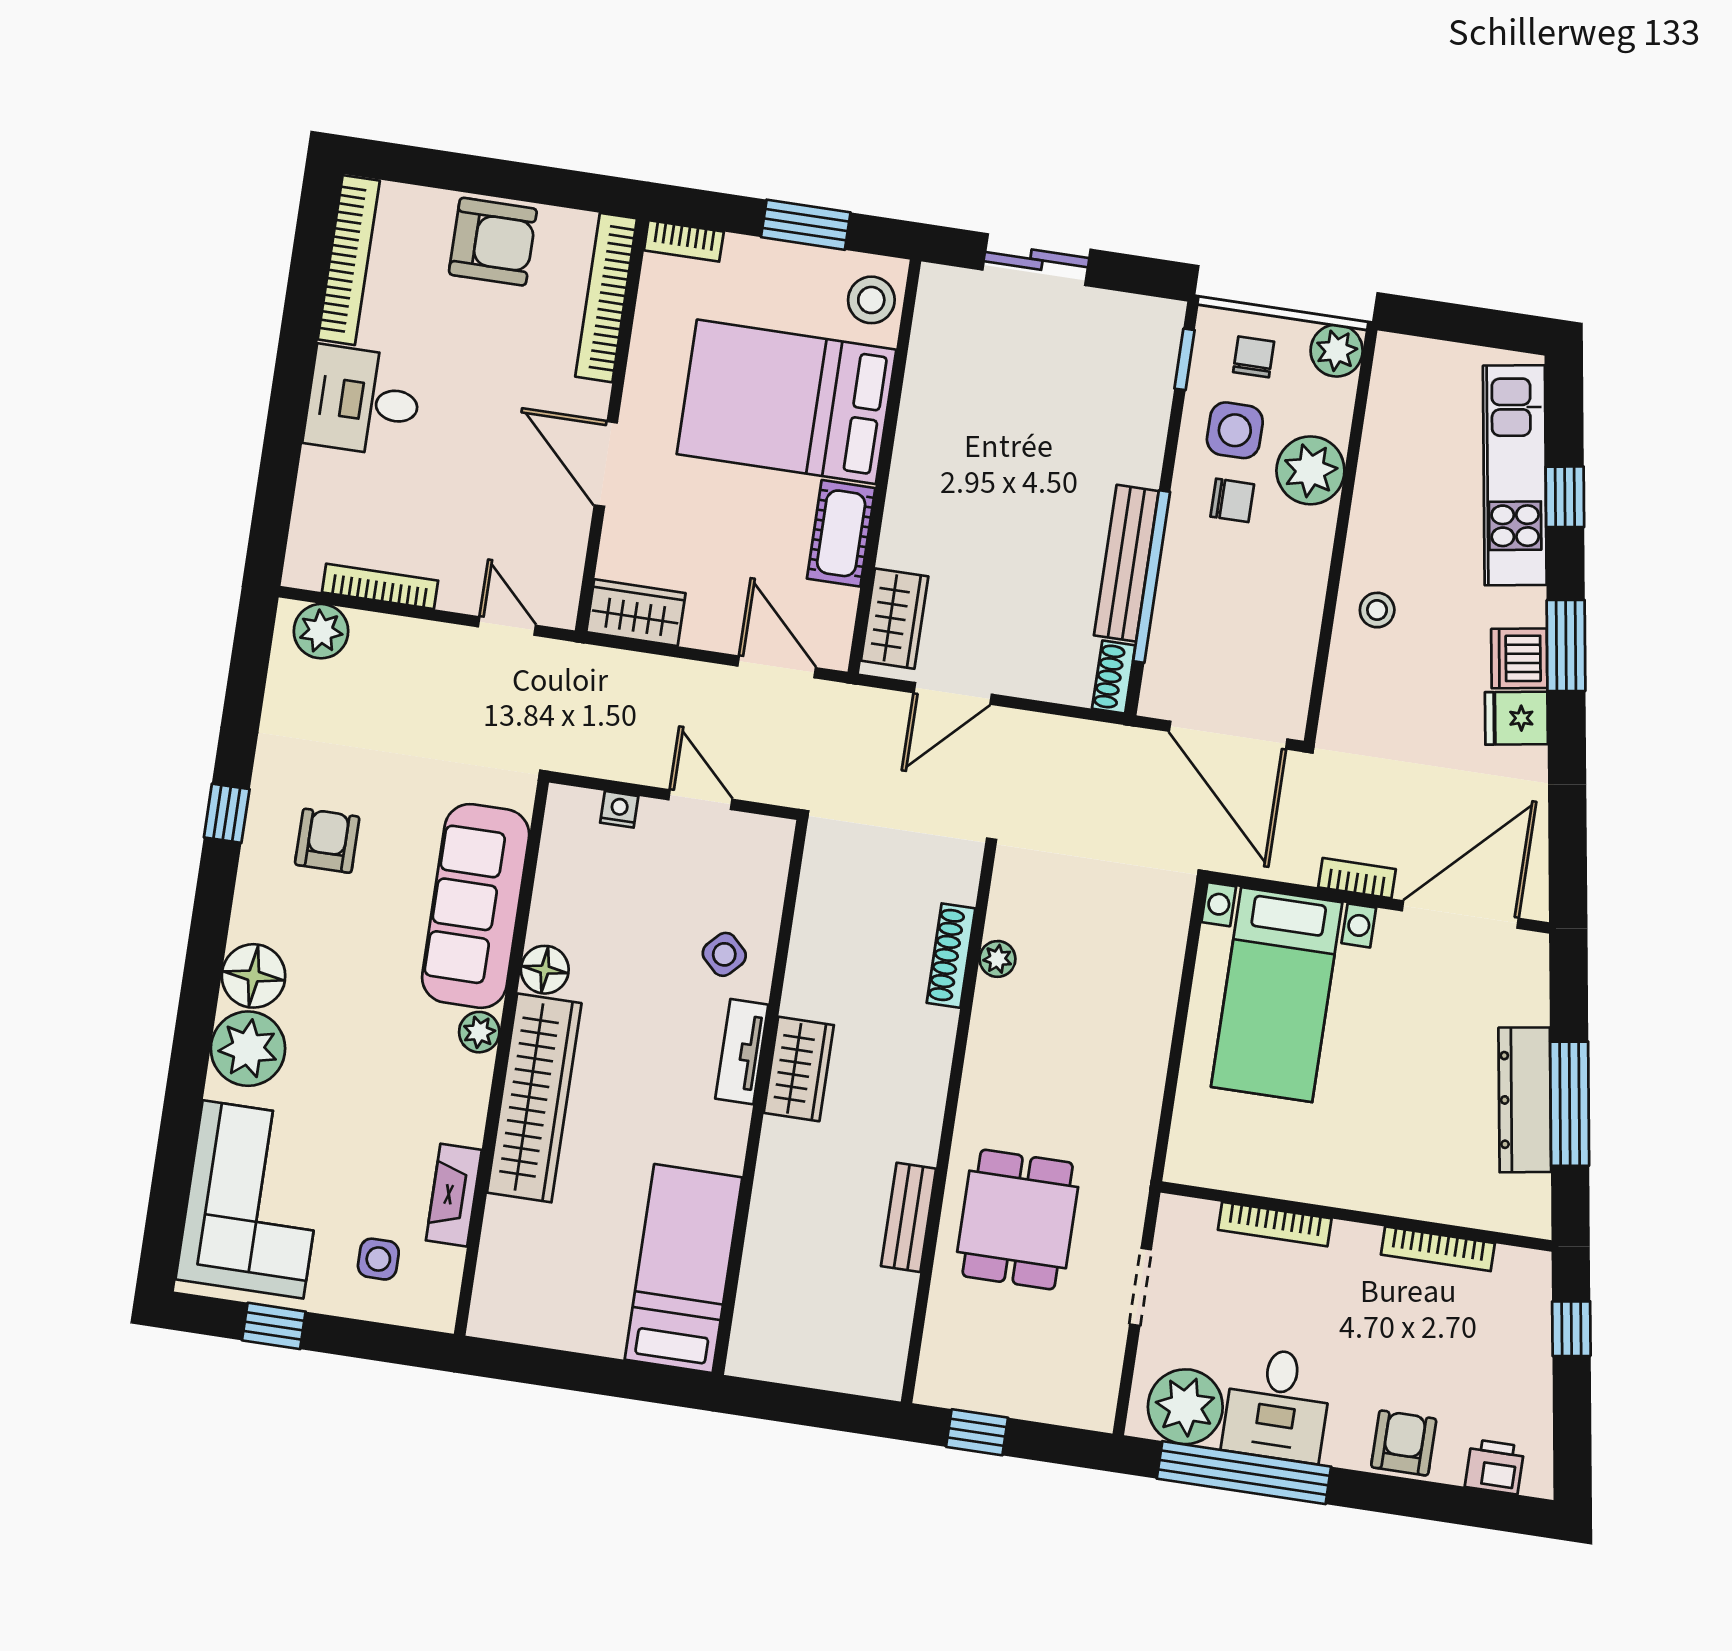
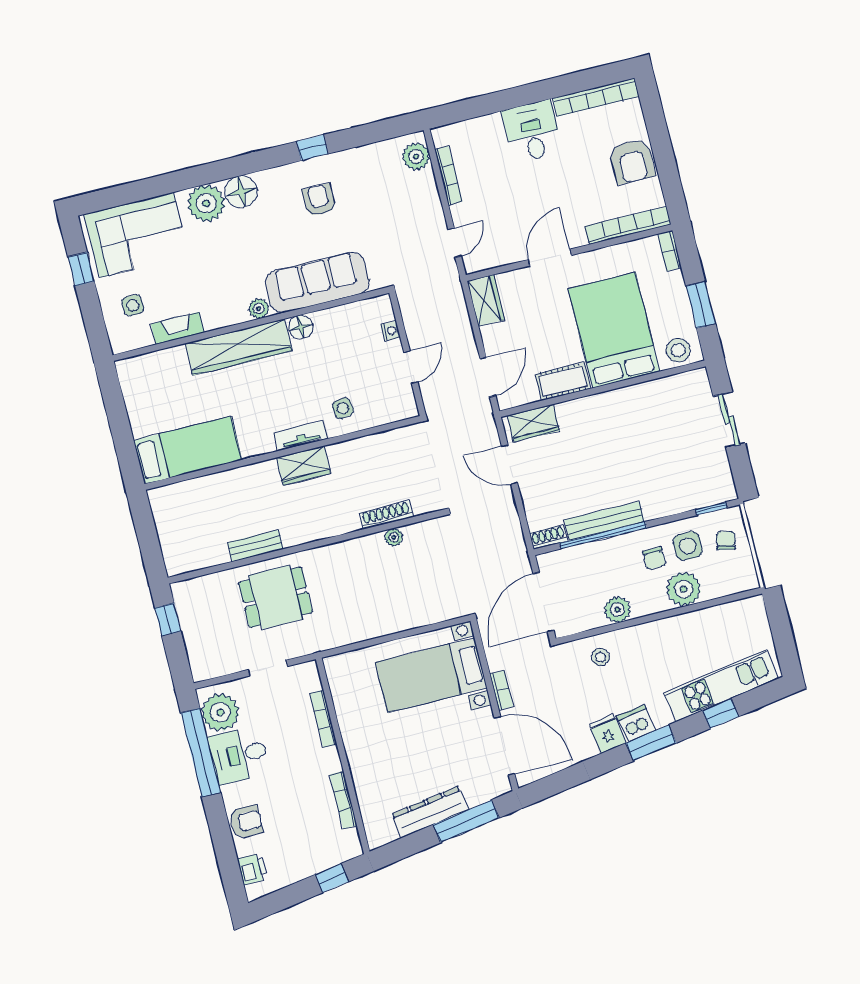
plant: (1337, 351) -> (617, 610), moved
chair: (1254, 357) -> (726, 540), turned -78
stool: (1377, 610) -> (601, 657), moved
armchair: (327, 841) -> (319, 200), turned -90
side table: (724, 954) -> (343, 408), turned 38
window: (1570, 1104) -> (466, 821), moved

